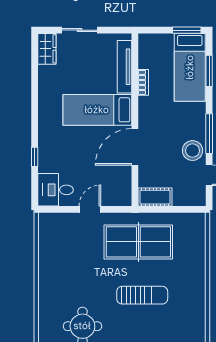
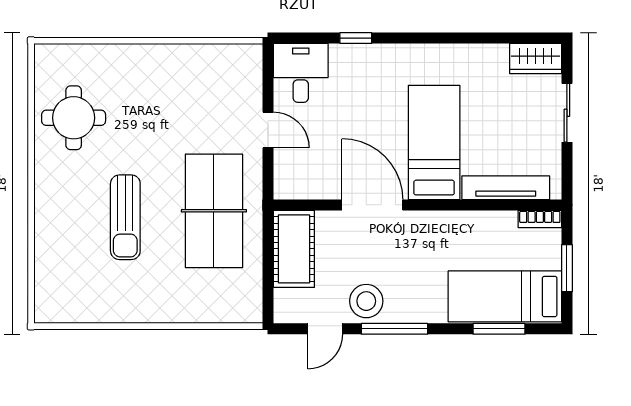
window: (187, 30) -> (567, 268), moved
bookcase: (143, 82) -> (540, 219), moved
cot: (155, 197) -> (294, 249), width x1.37, depth x1.34

